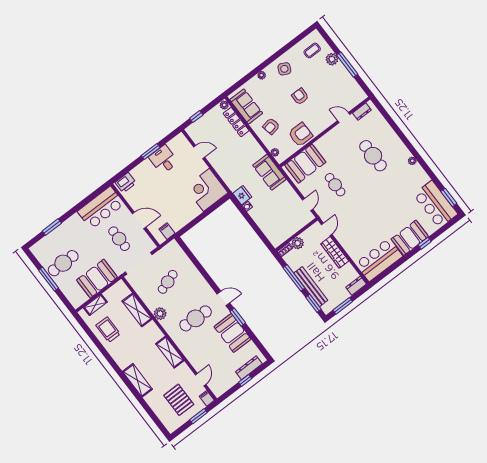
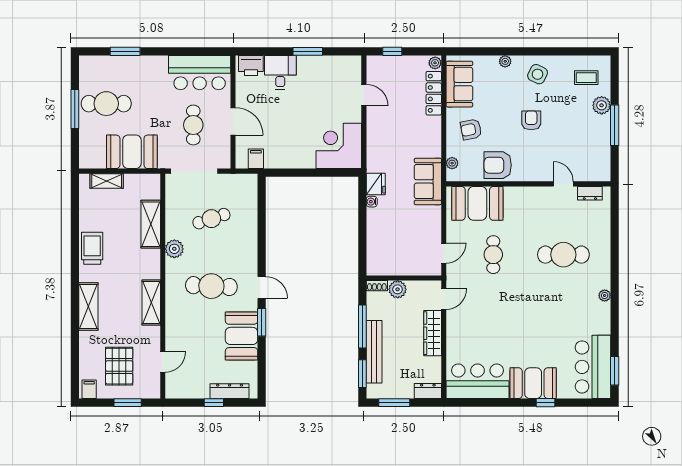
armchair: (300, 134) -> (498, 165), turned 180
cafe table: (373, 156) -> (563, 255), turned 90
desk: (164, 160) -> (280, 72), moved
trolley: (108, 330) -> (92, 248), moved
filing cabinet: (207, 398) -> (89, 389), moved

